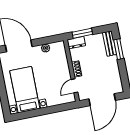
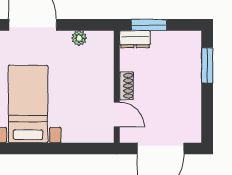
bench: (109, 44) -> (193, 52), removed
door: (74, 86) -> (117, 115), swing flipped

